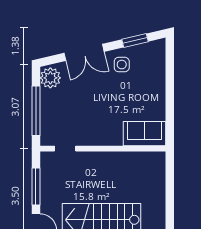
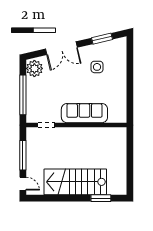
side table: (122, 65) -> (97, 67), moved
sofa: (144, 134) -> (84, 113), moved, width x1.36

